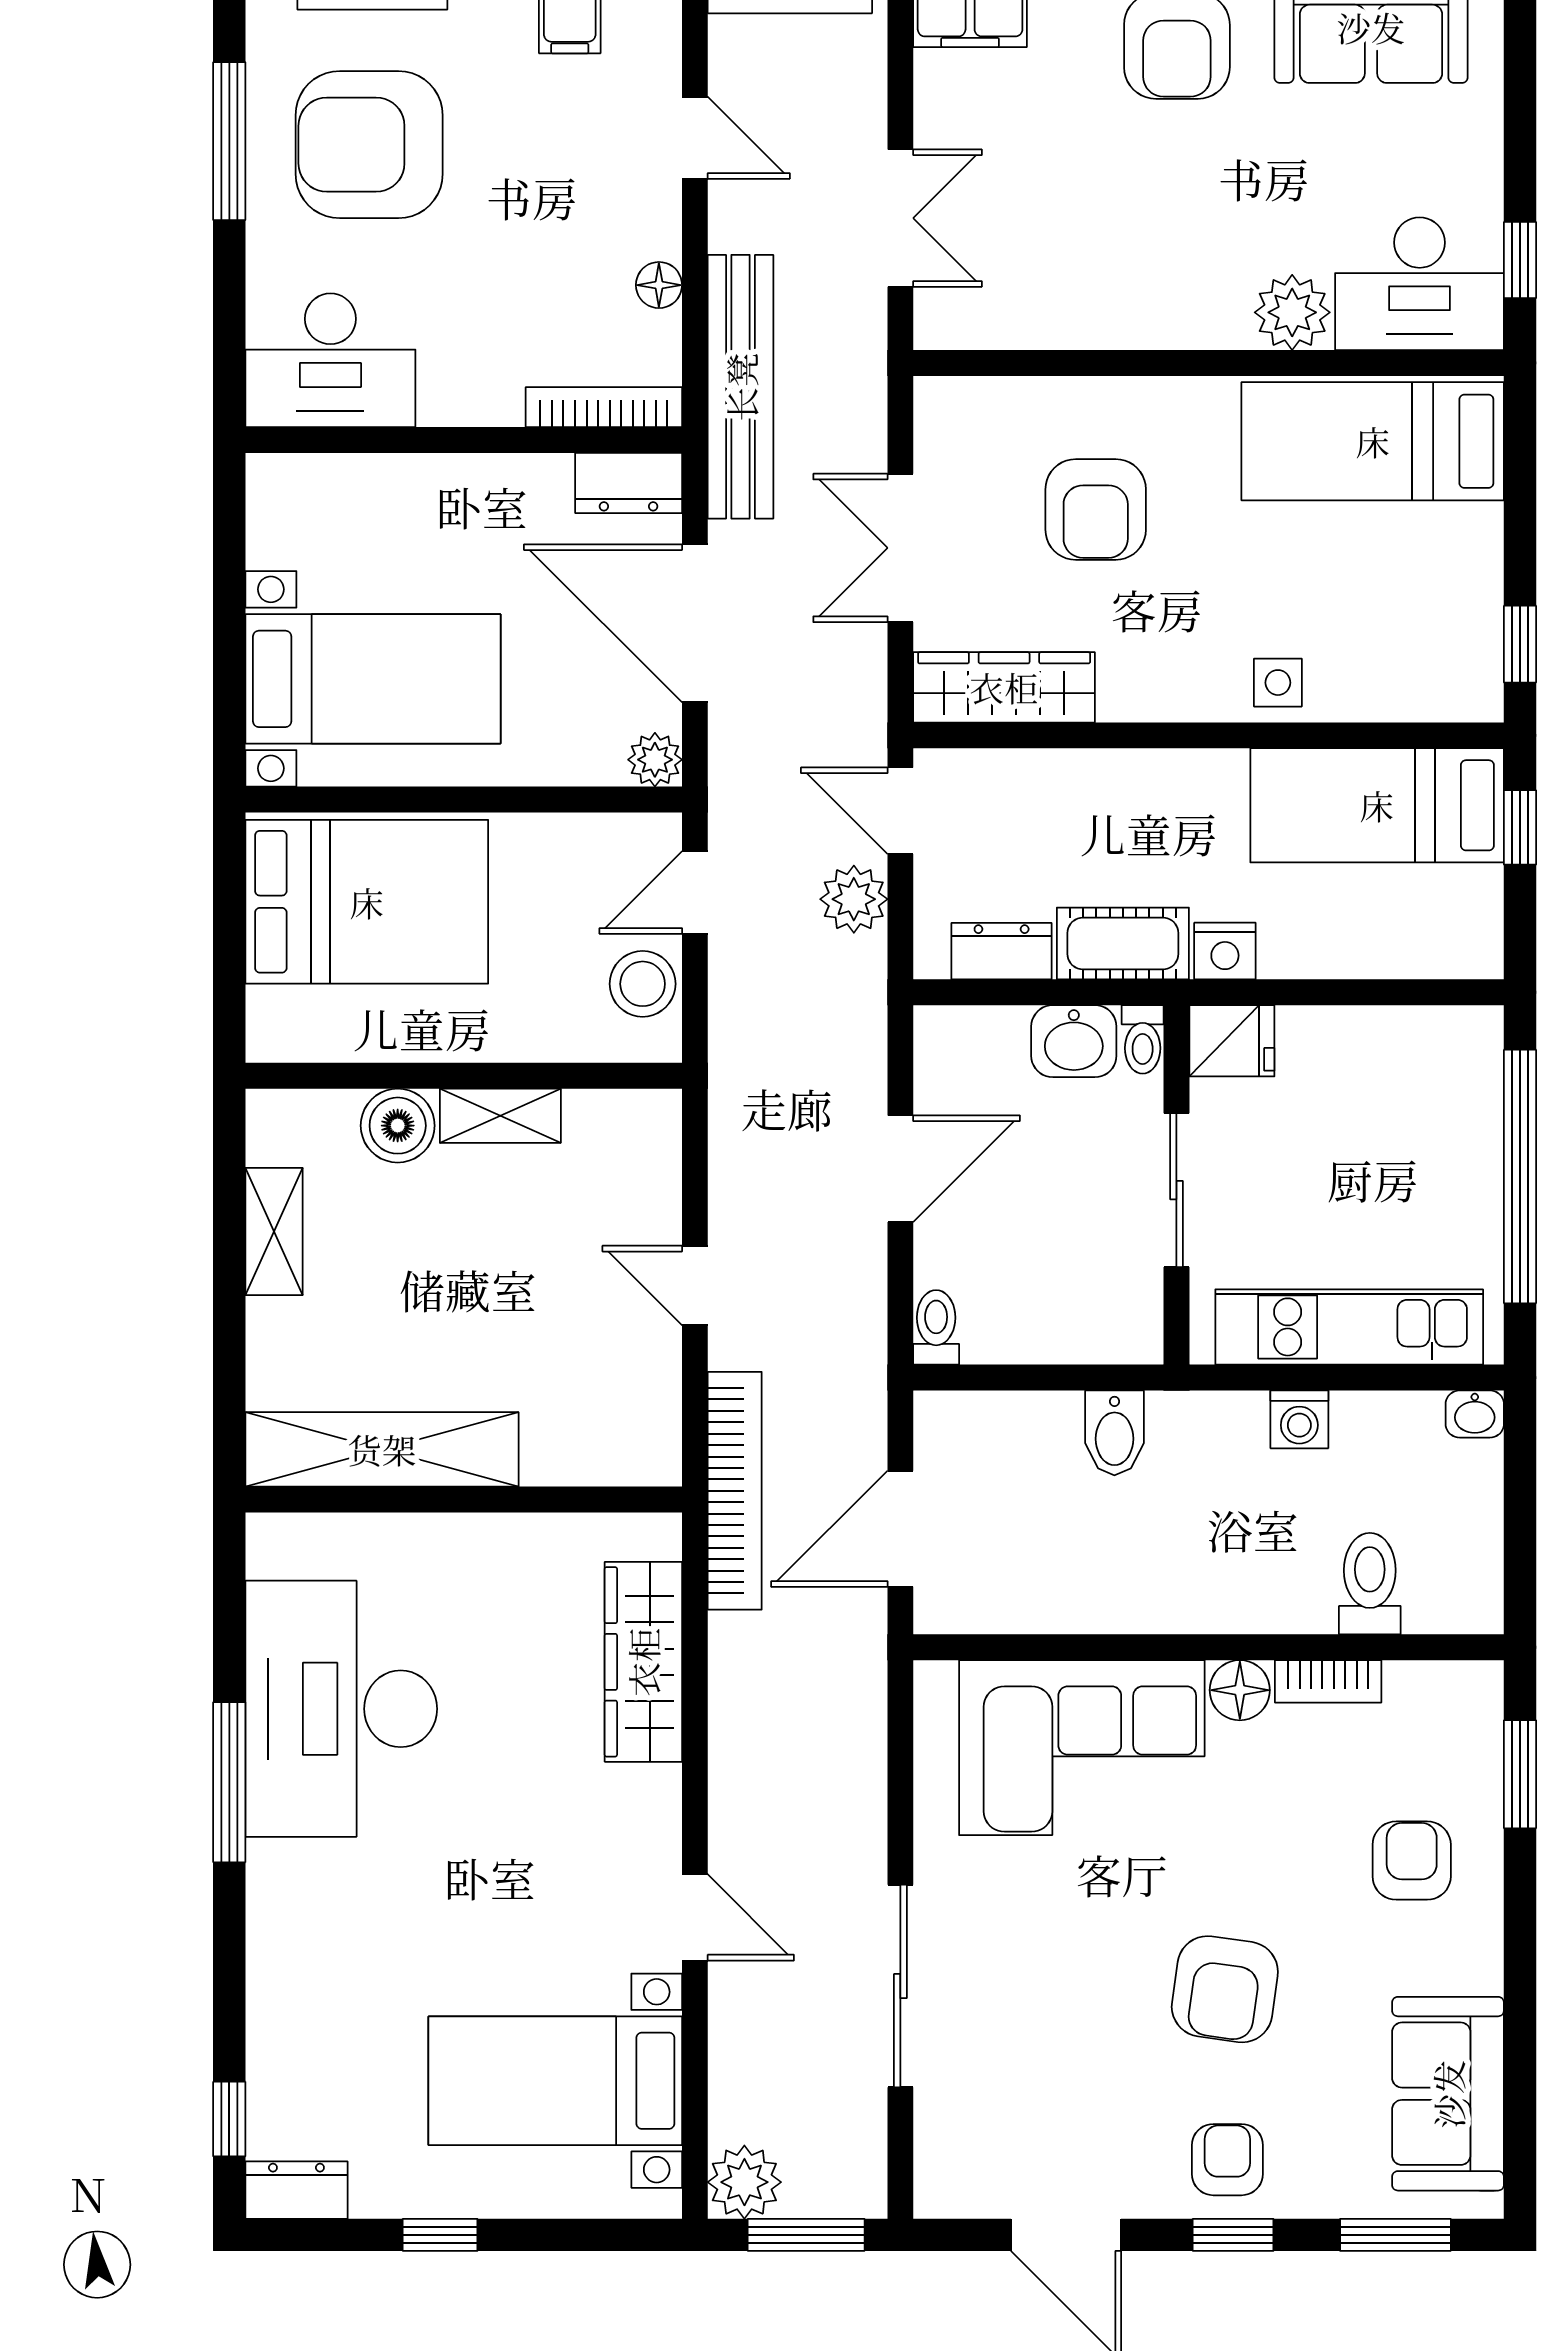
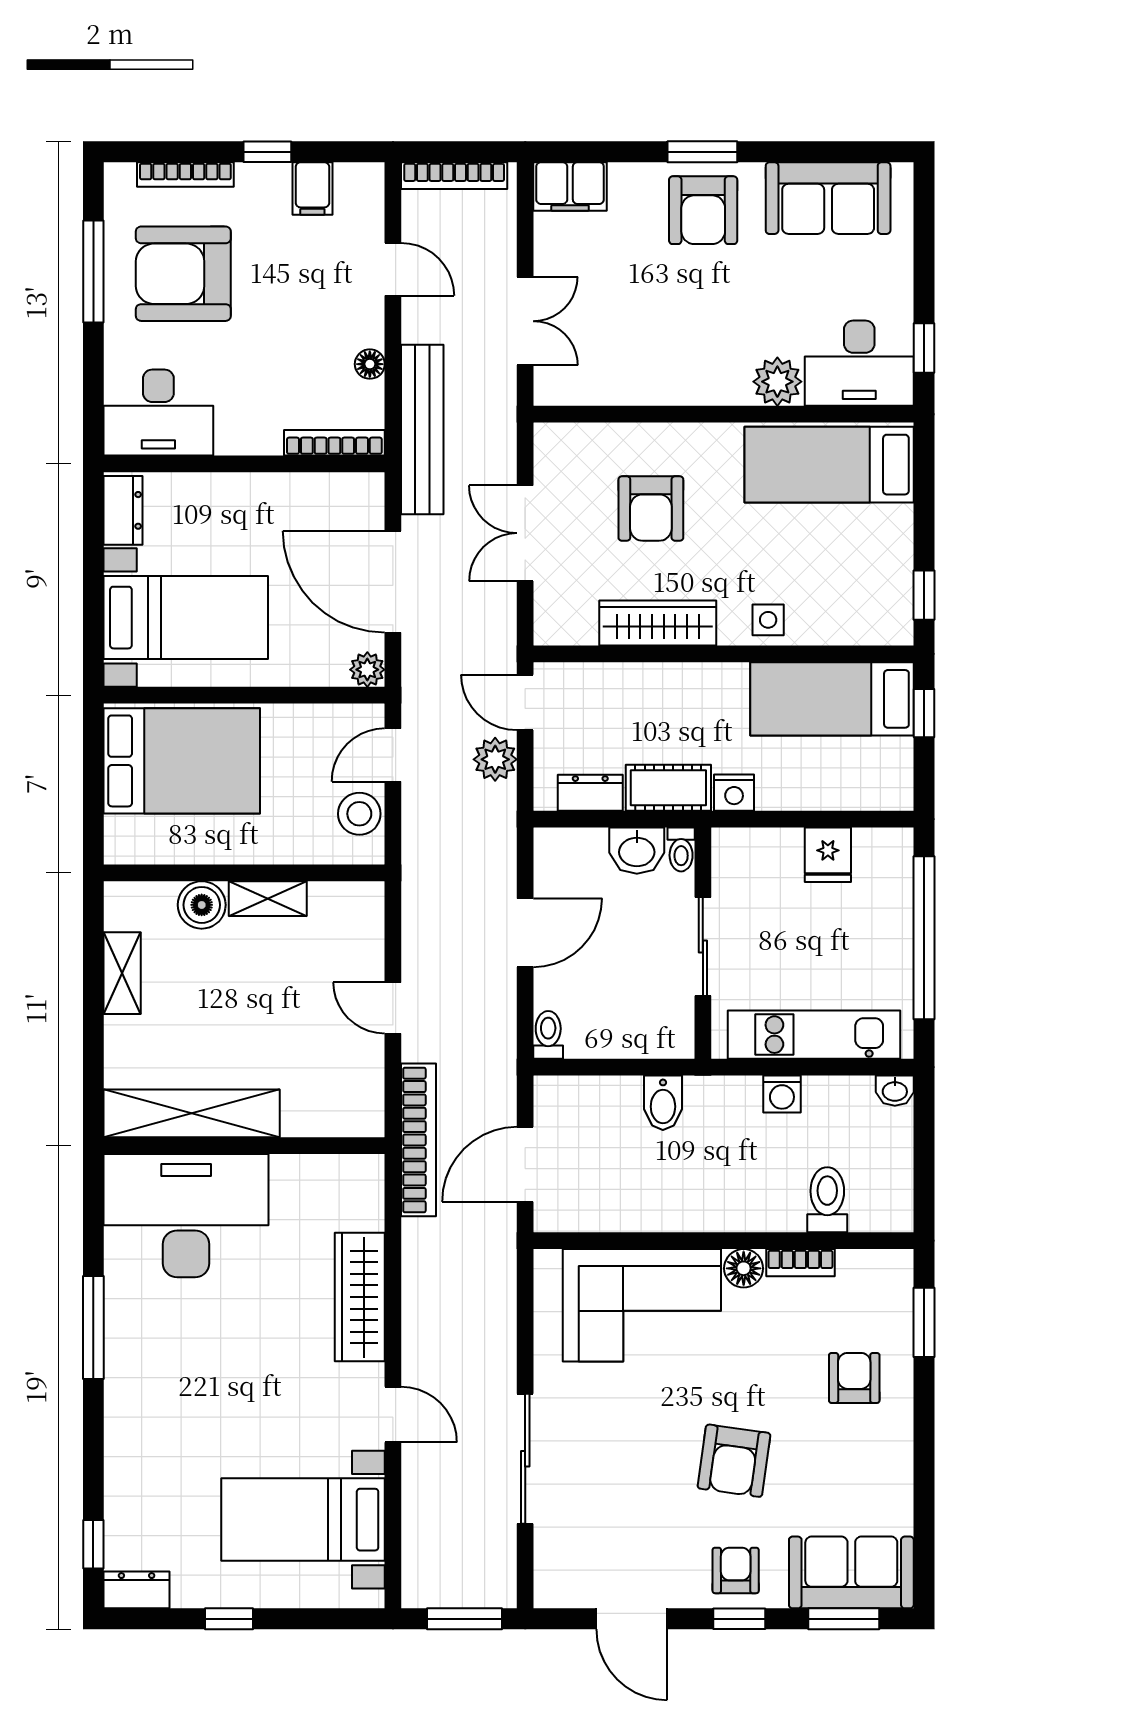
dresser: (629, 483) -> (123, 510), moved, turned -90
wardrobe: (1004, 687) -> (658, 623), moved
fridge: (1232, 1041) -> (828, 855), moved, turned 90
wardrobe: (643, 1662) -> (360, 1297), moved
desk: (341, 1709) -> (186, 1216), moved, turned 90
sofa: (1448, 2094) -> (851, 1572), moved, turned 90
plant: (744, 2182) -> (425, 1585), removed

